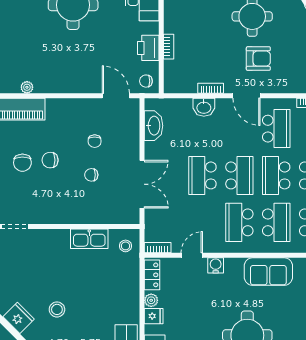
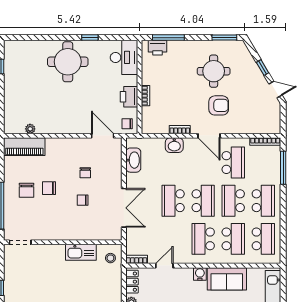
water cooler: (216, 265) -> (200, 274), moved

